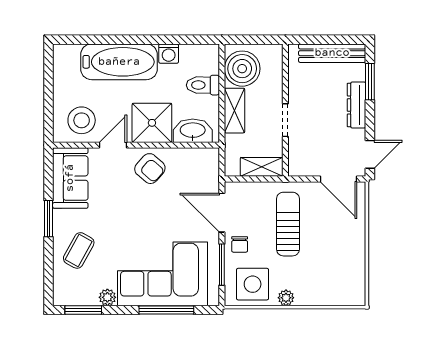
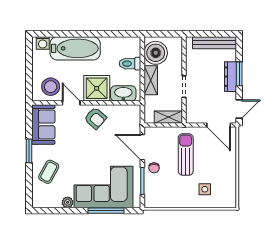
washing machine: (169, 54) -> (43, 43), moved
window: (370, 82) -> (239, 74), moved
door: (113, 145) -> (71, 103), hinge flipped
side table: (253, 284) -> (205, 189), moved, width x0.54, depth x0.54
plant: (286, 298) -> (184, 203), removed
window: (83, 310) -> (52, 211), removed

